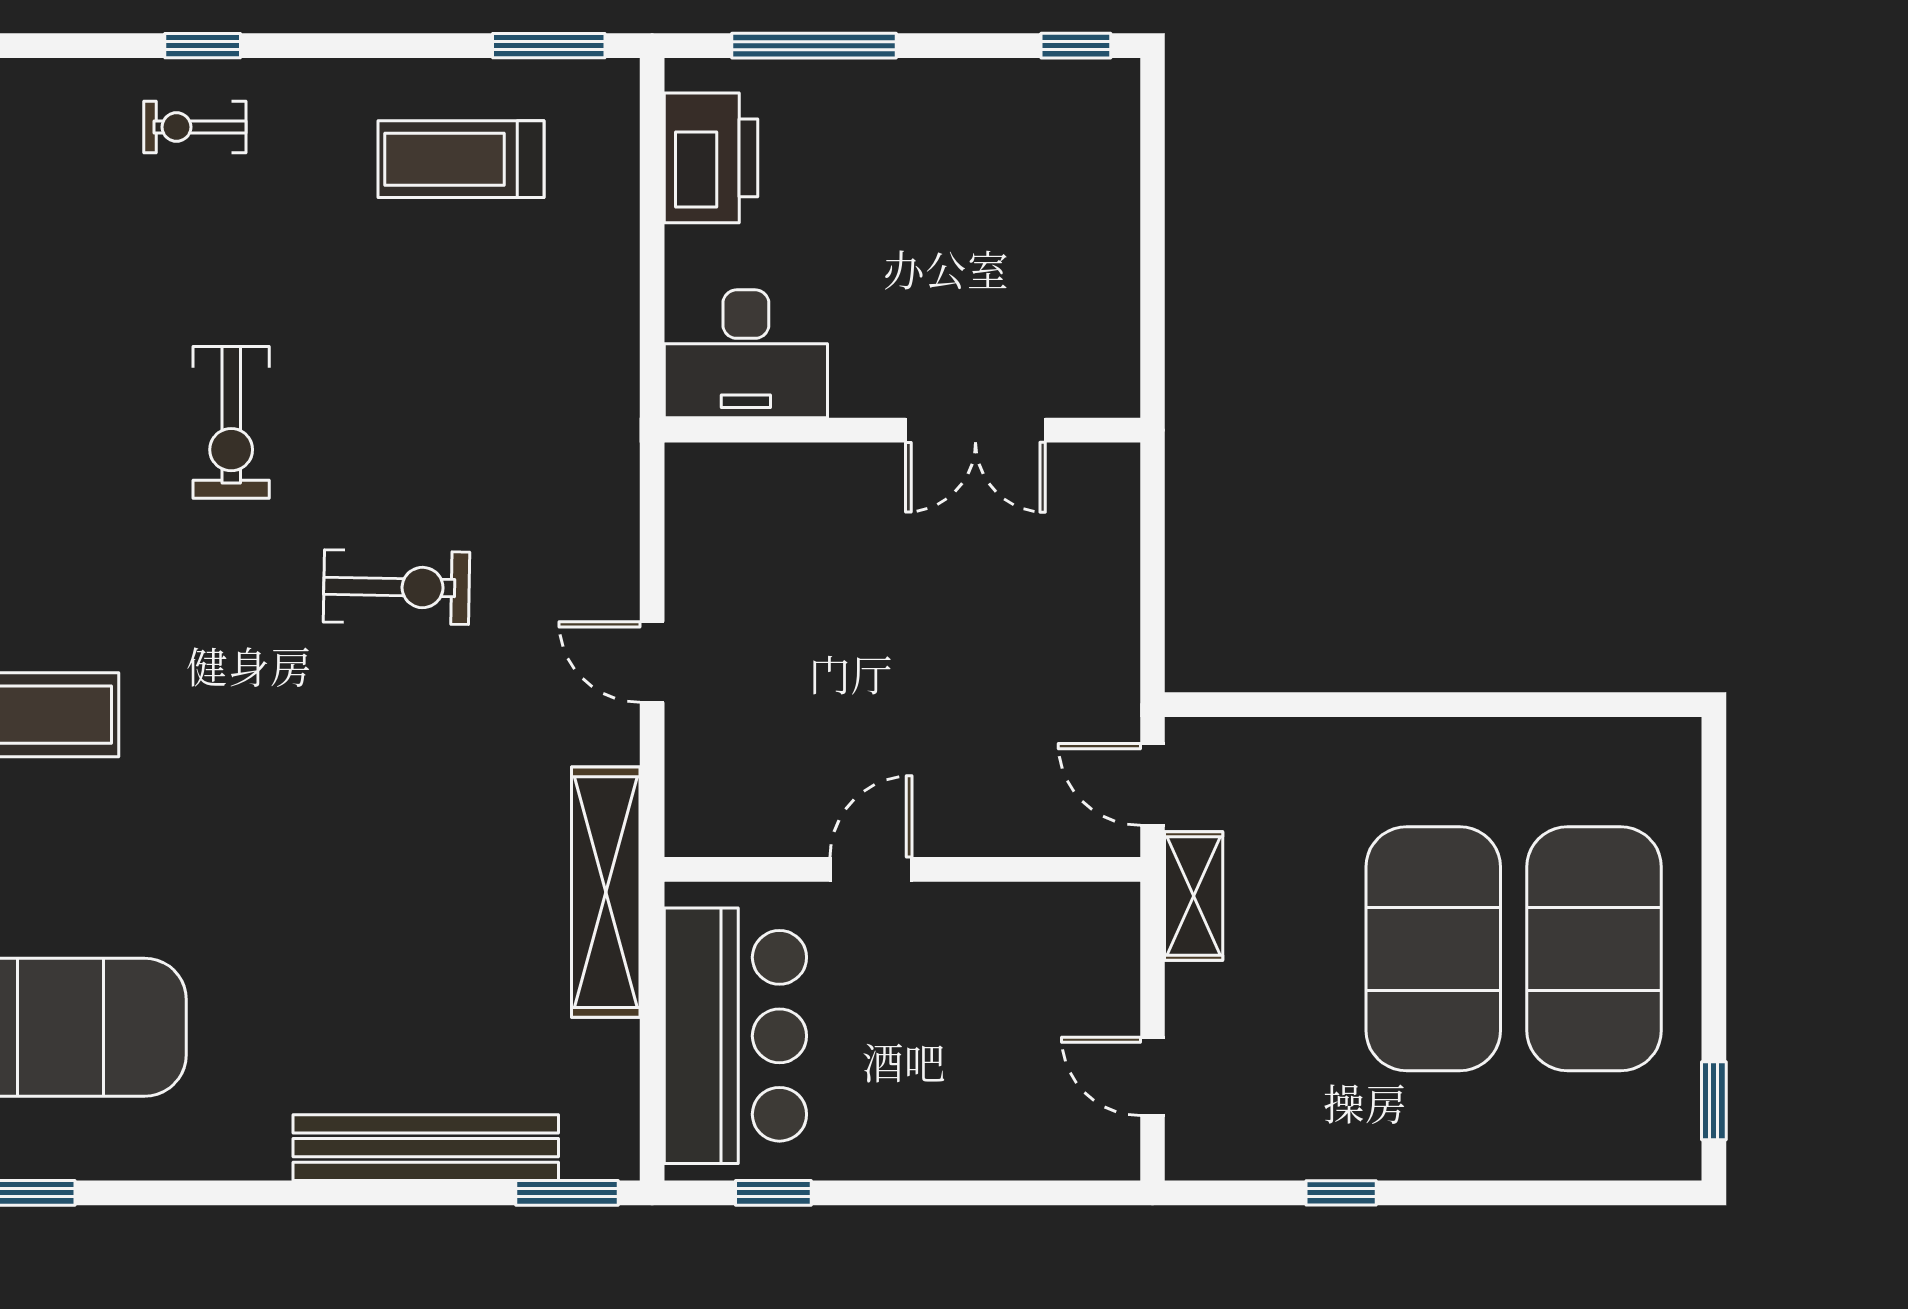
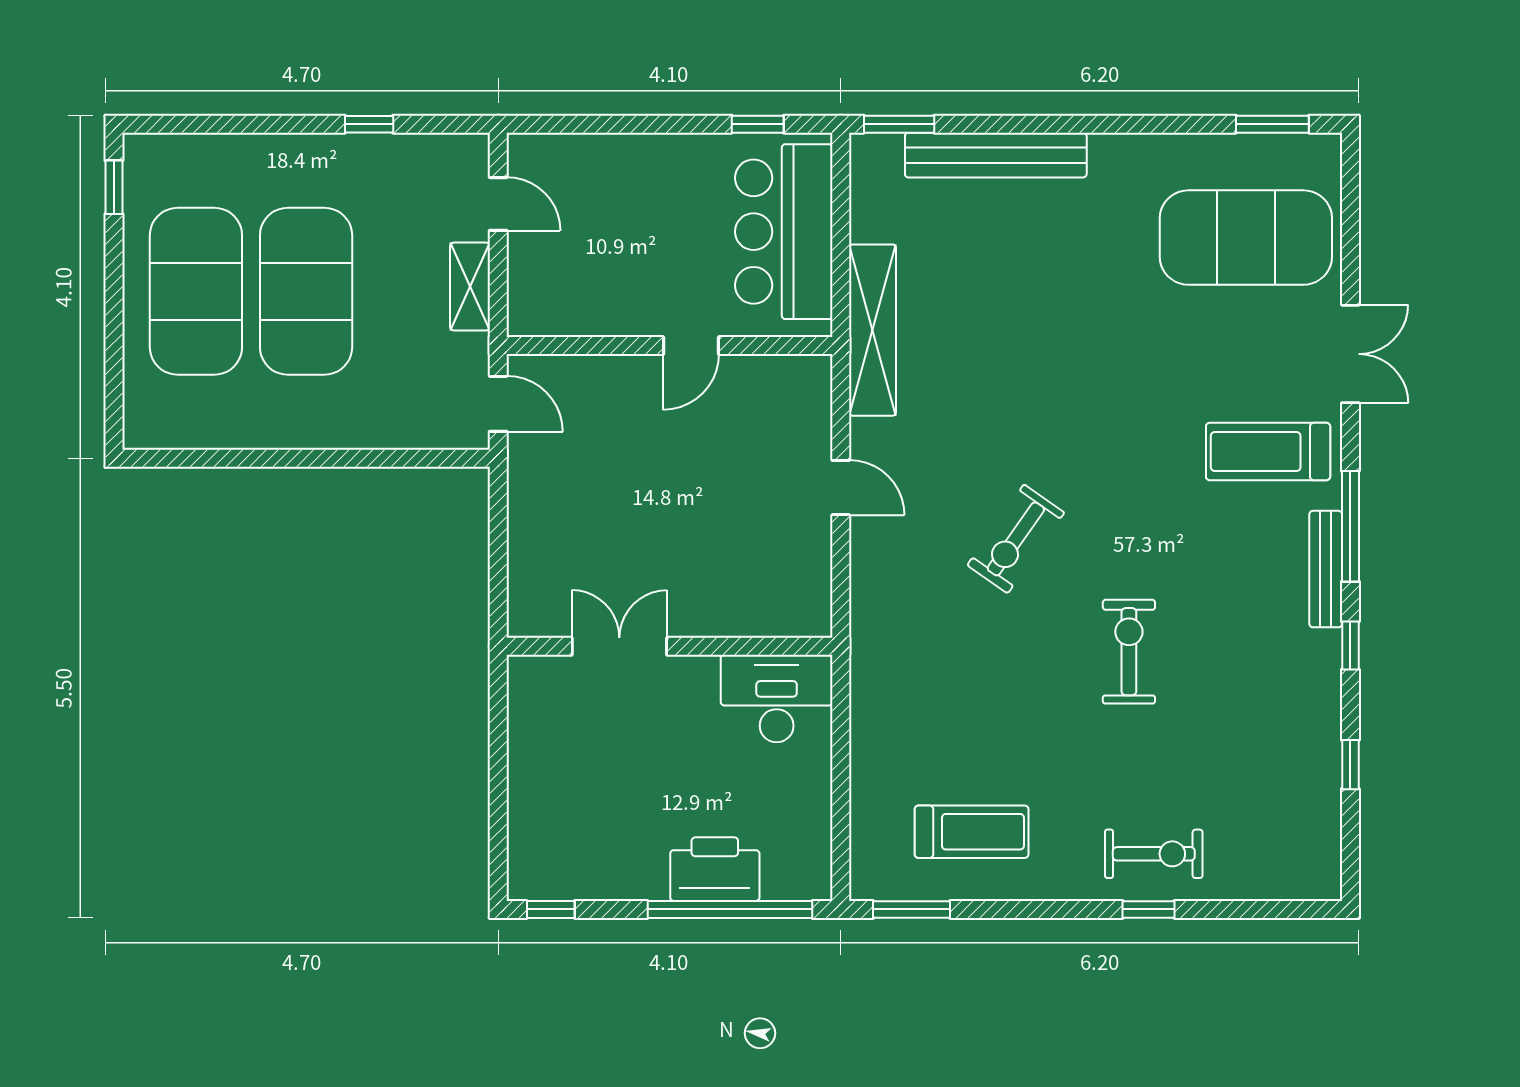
window: (814, 46) -> (730, 909), width x1.46
exercise bike: (195, 127) -> (1154, 854), width x1.38, depth x1.39
printer: (711, 158) -> (715, 869), moved, turned 90
exercise bike: (396, 587) -> (1016, 539), turned -56
shelving: (1194, 896) -> (470, 287), moved

